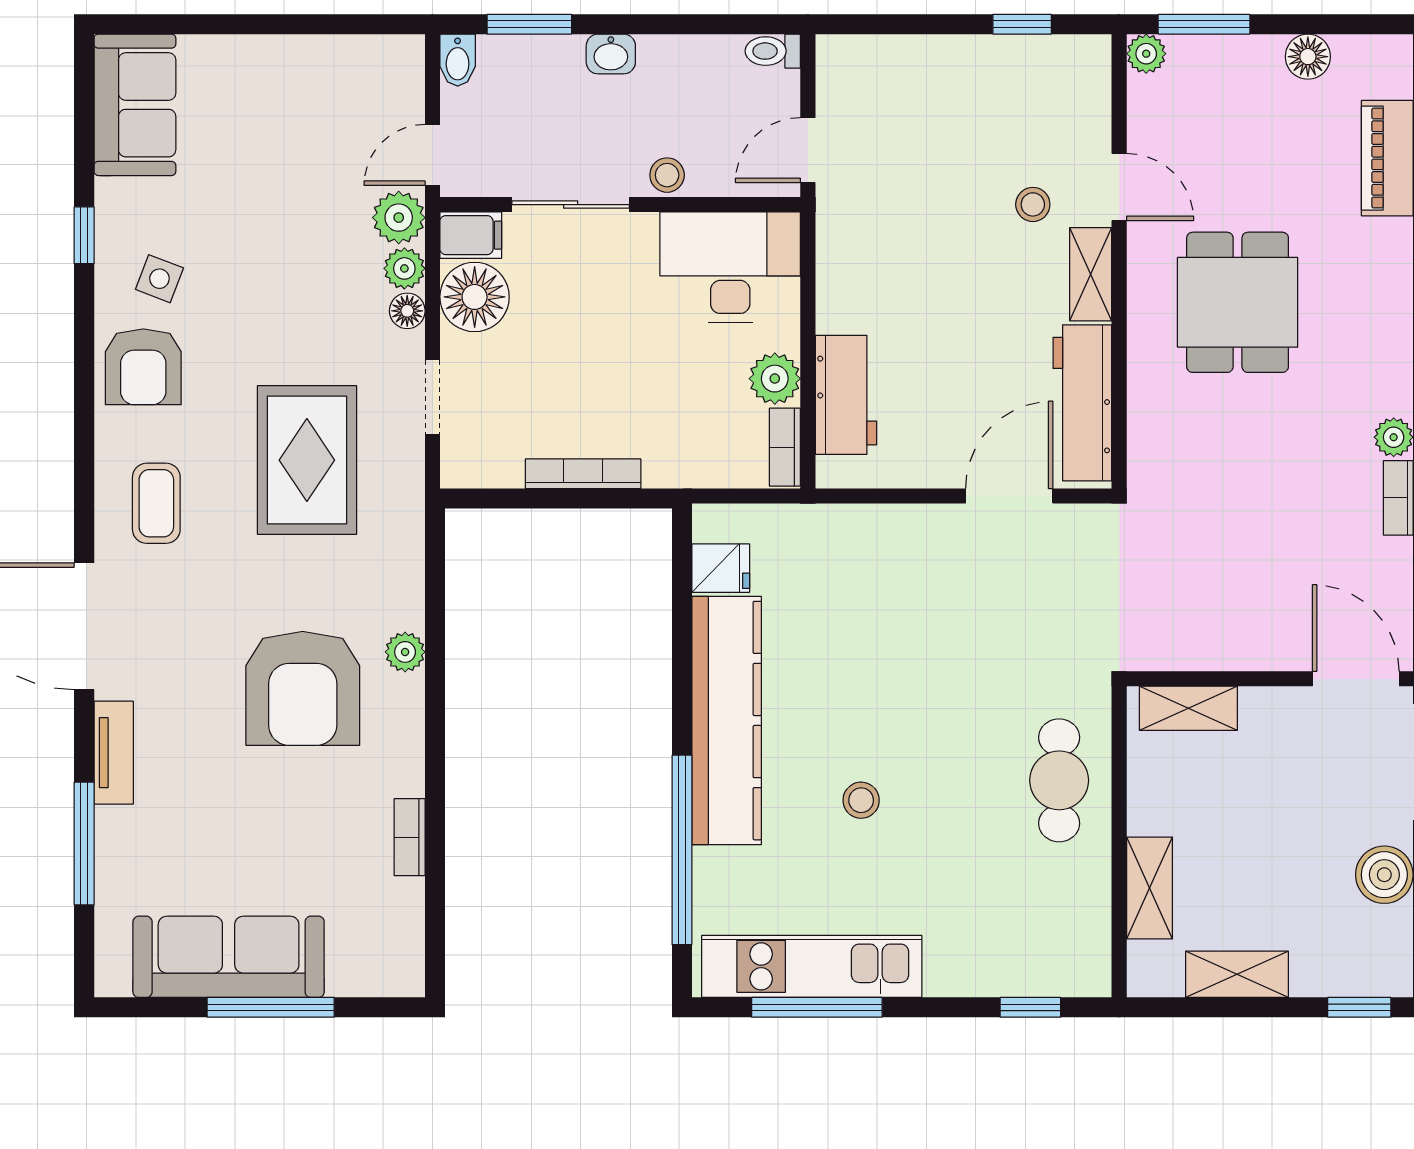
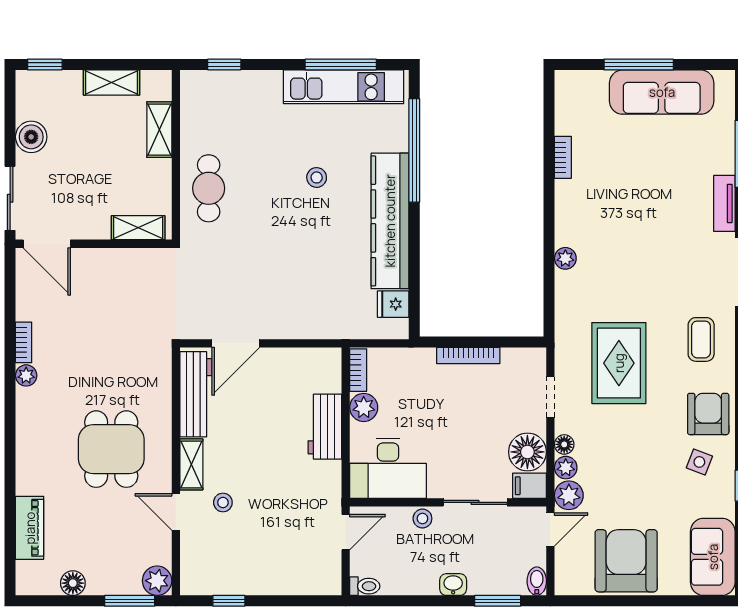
plant: (1146, 54) -> (157, 581), width x1.38, depth x1.38
workbench: (846, 395) -> (325, 427), moved
armchair: (303, 688) -> (626, 561), moved

